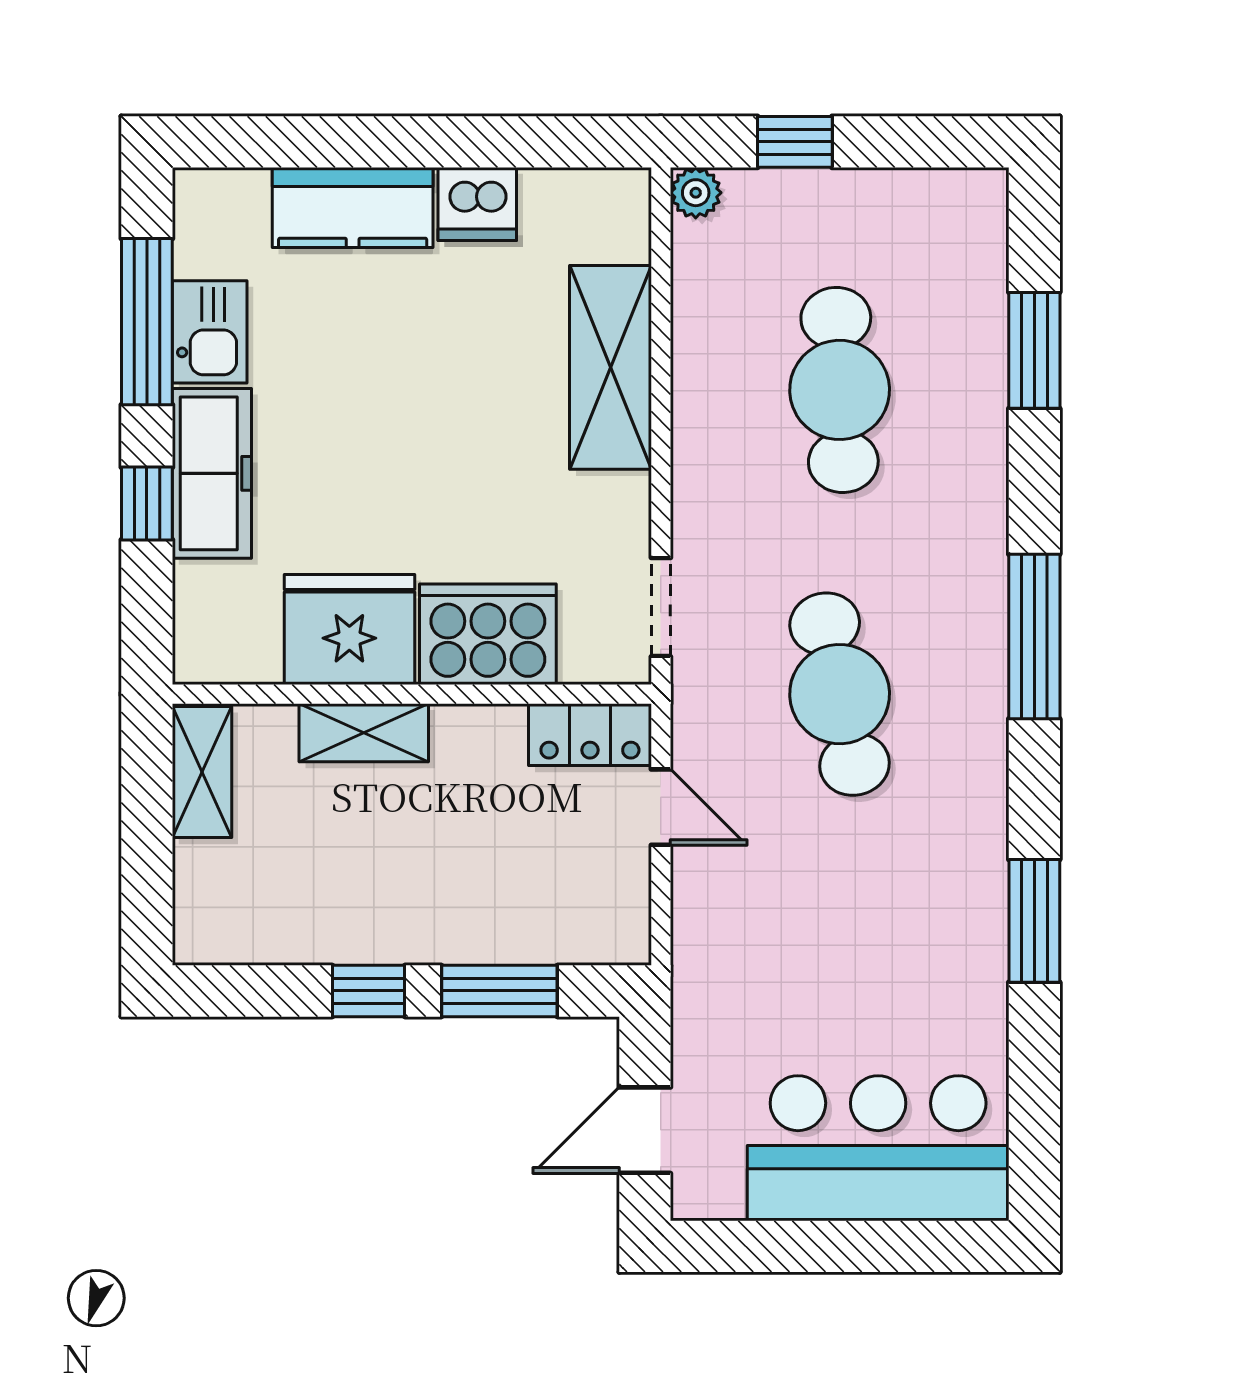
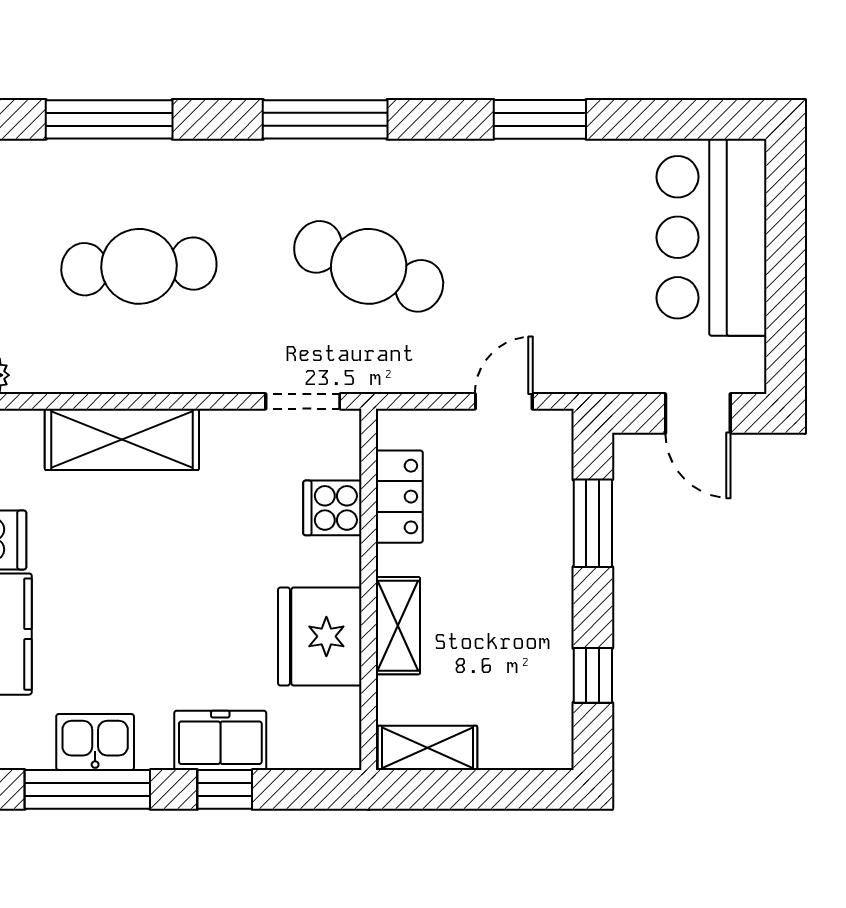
window: (1034, 350) -> (109, 119), width x1.44
freezer: (212, 473) -> (220, 740), width x0.71
cooker: (488, 634) -> (332, 508), width x0.53, depth x0.76
cafe table: (840, 694) -> (369, 266), turned 33
locker: (590, 735) -> (399, 497), moved
door: (661, 807) -> (504, 401), moved
window: (369, 991) -> (593, 675), moved

